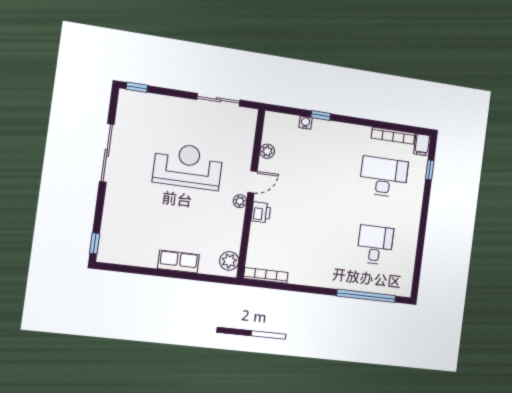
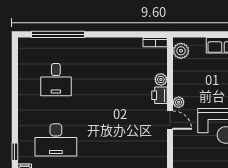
plant: (267, 151) -> (161, 79), moved
door: (252, 182) -> (170, 120), swing flipped
bookcase: (266, 275) -> (155, 42), width x0.64

